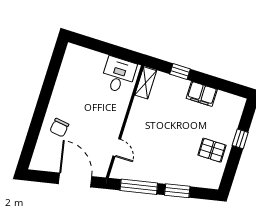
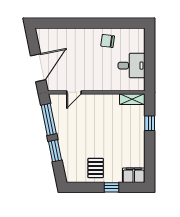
desk: (119, 75) -> (132, 66), moved
filing cabinet: (202, 94) -> (134, 175), moved, turned 90
chair: (59, 128) -> (108, 41), moved

